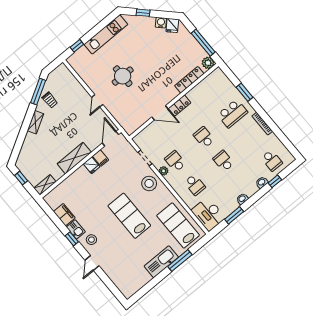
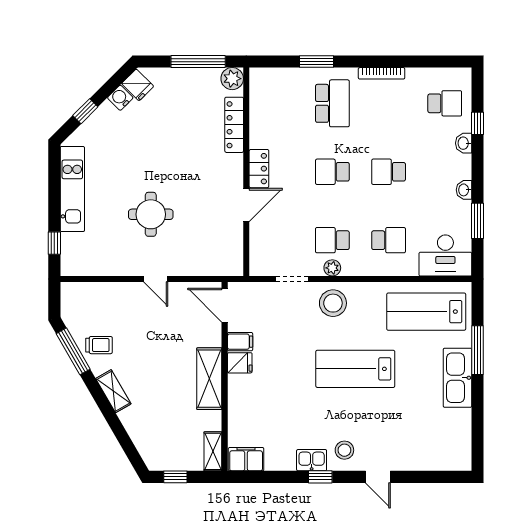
filing cabinet: (64, 215) -> (246, 459), moved

